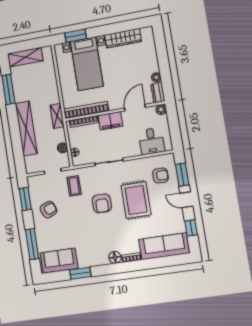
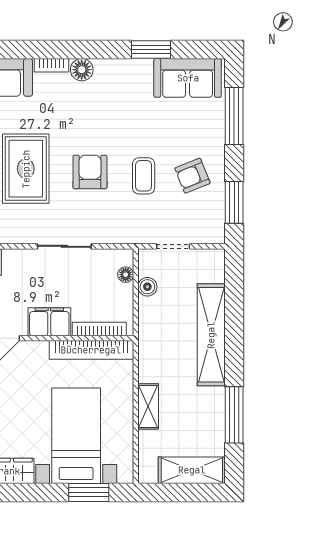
shelving: (57, 116) -> (148, 406), moved
coffee table: (74, 186) -> (144, 176), moved

